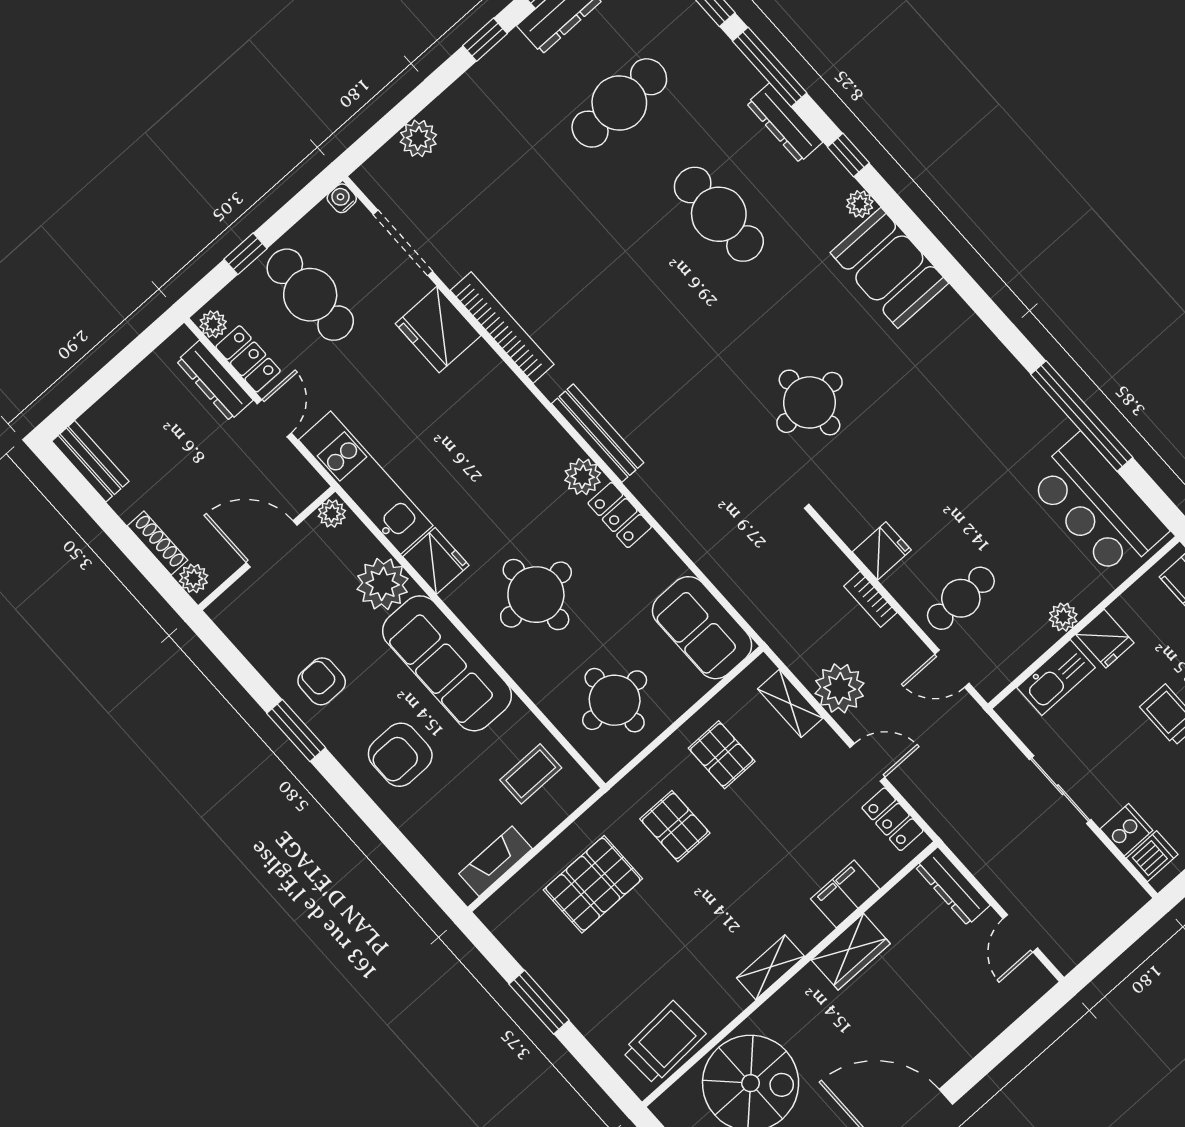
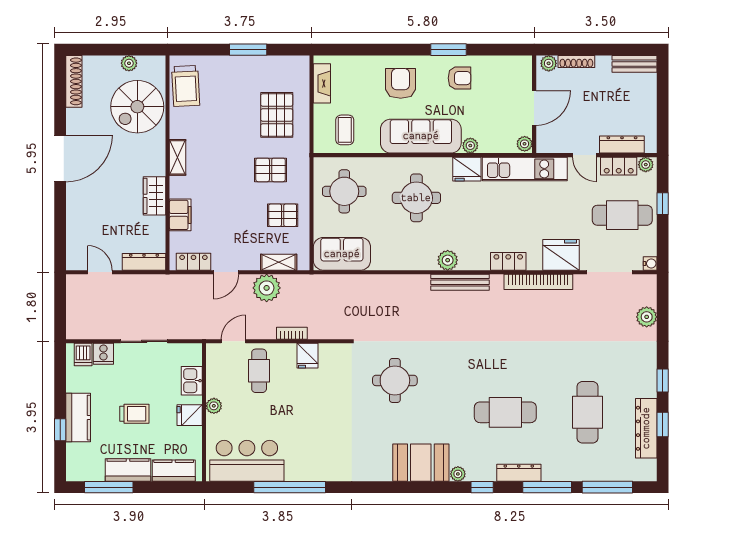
locker: (620, 515) -> (508, 261), moved
plant: (383, 584) -> (470, 146), width x0.53, depth x0.53
kitchen sink: (1056, 678) -> (192, 381), width x0.73

